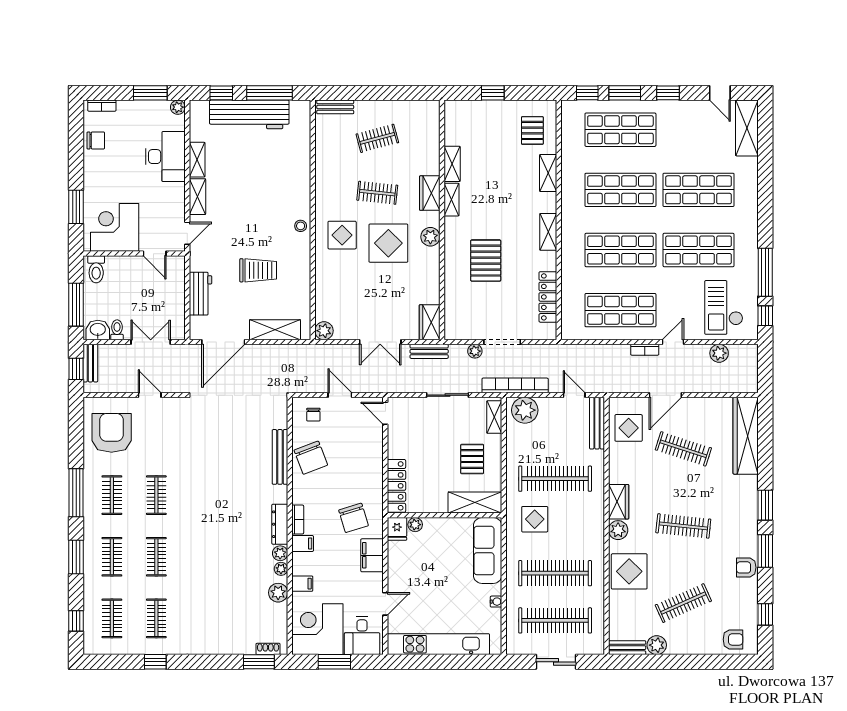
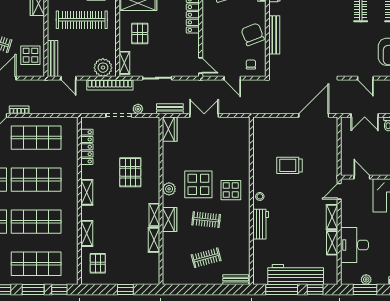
plant: (178, 107) -> (366, 279), moved
workbench: (200, 294) -> (261, 224), moved, turned 180
shelving: (275, 330) -> (278, 124), removed
plant: (324, 331) -> (243, 123), removed

